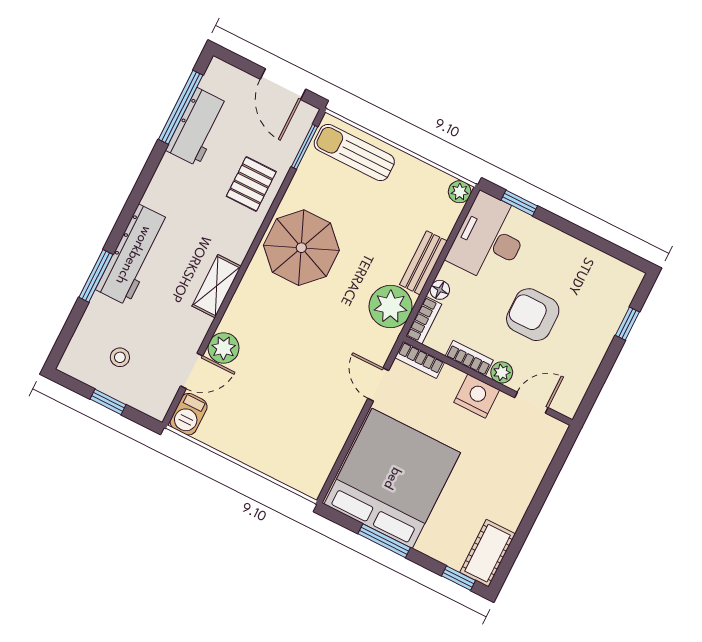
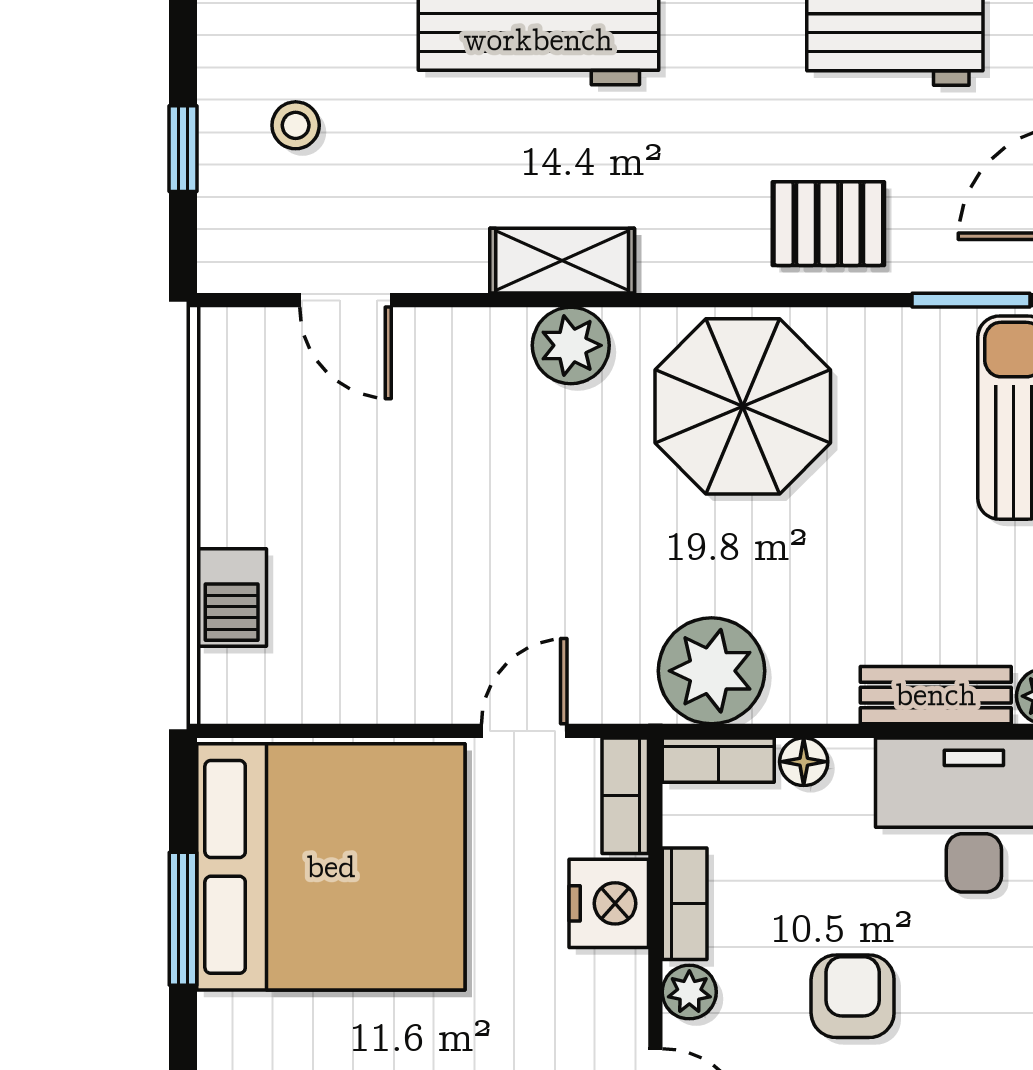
bench: (423, 263) -> (936, 695), moved
armchair: (533, 315) -> (853, 996), width x0.72, depth x0.72
plant: (224, 348) -> (571, 345), moved
nightstand: (477, 396) -> (609, 903), moved
barbecue: (189, 414) -> (232, 598), moved, turned -90

